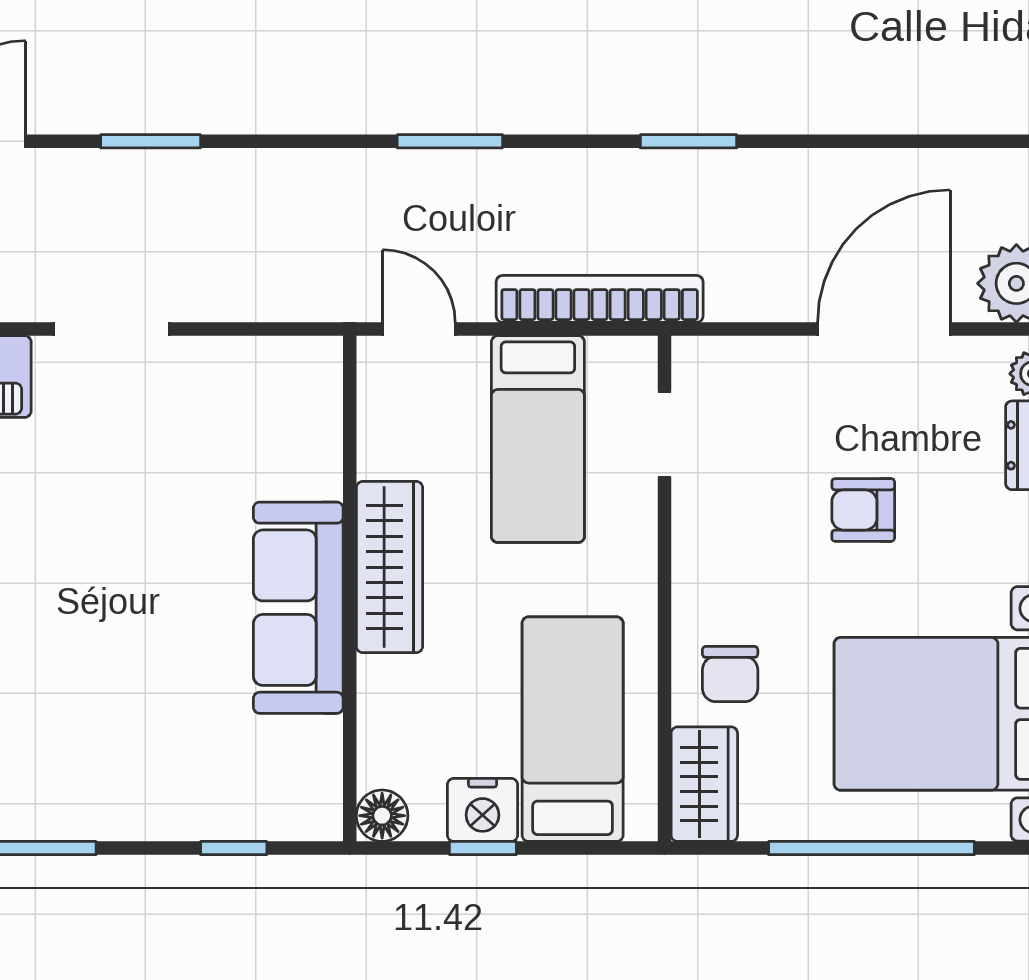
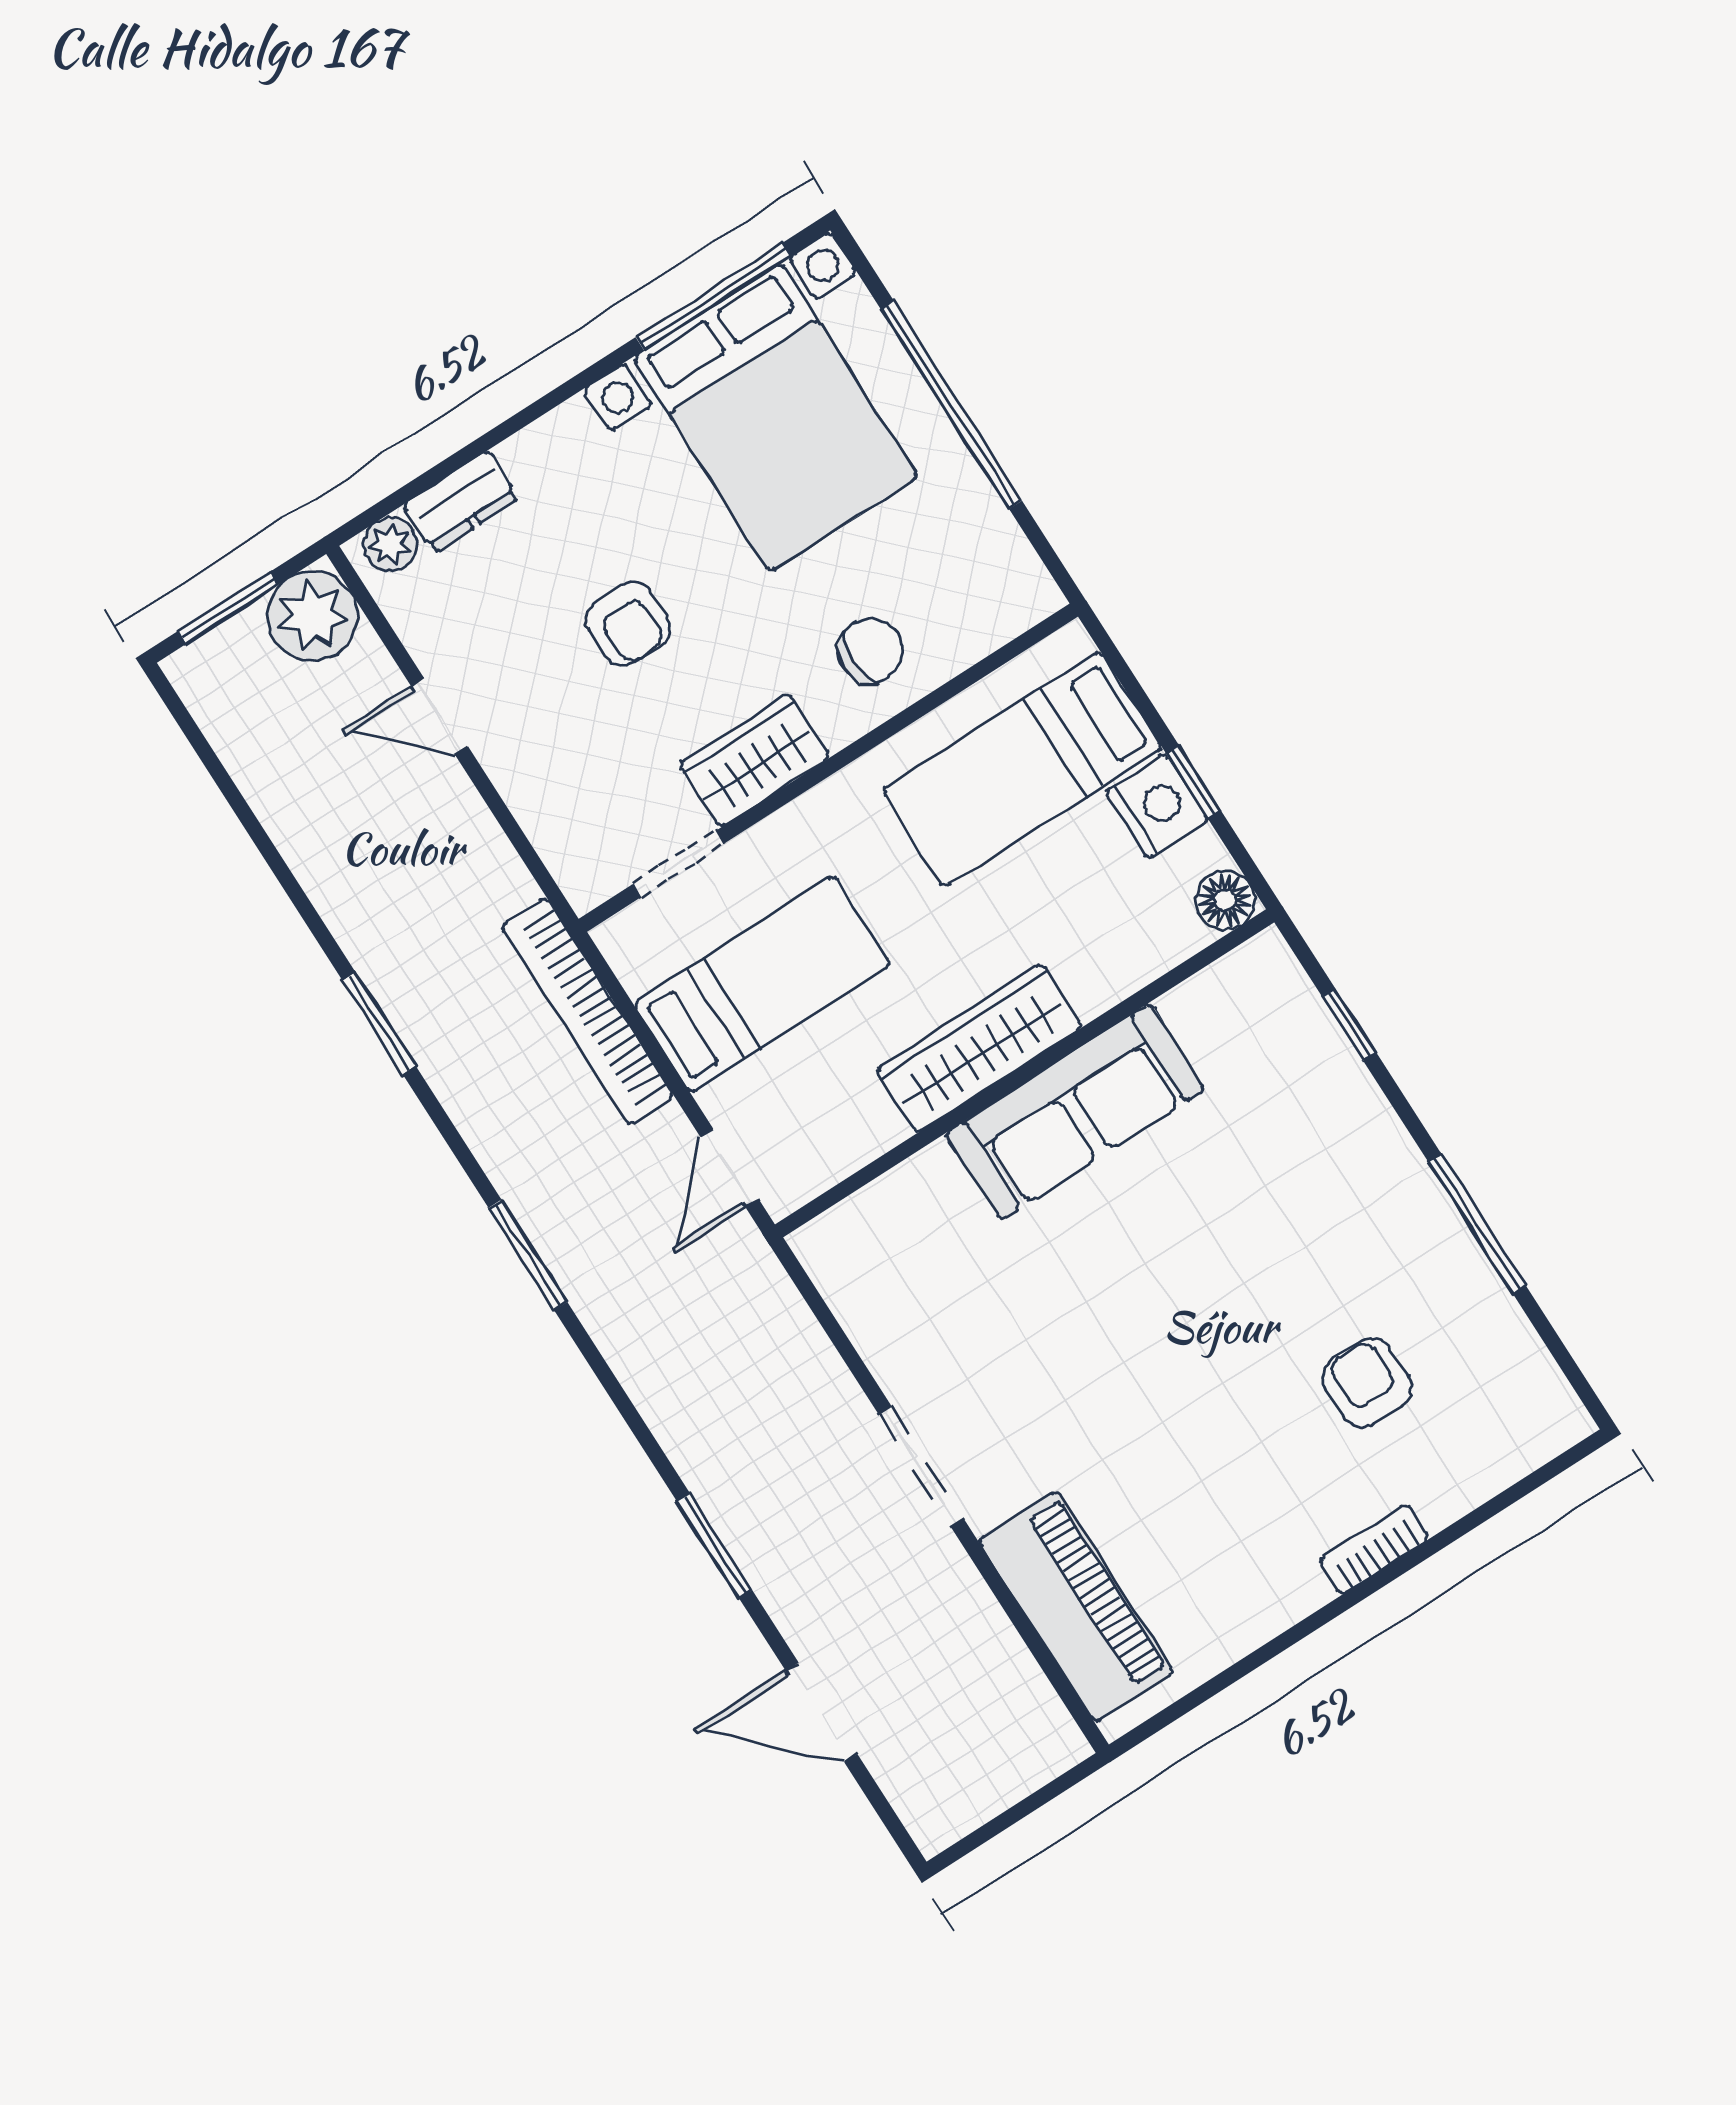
door: (884, 329) -> (440, 716), width x0.53
wardrobe: (704, 784) -> (754, 760), moved

